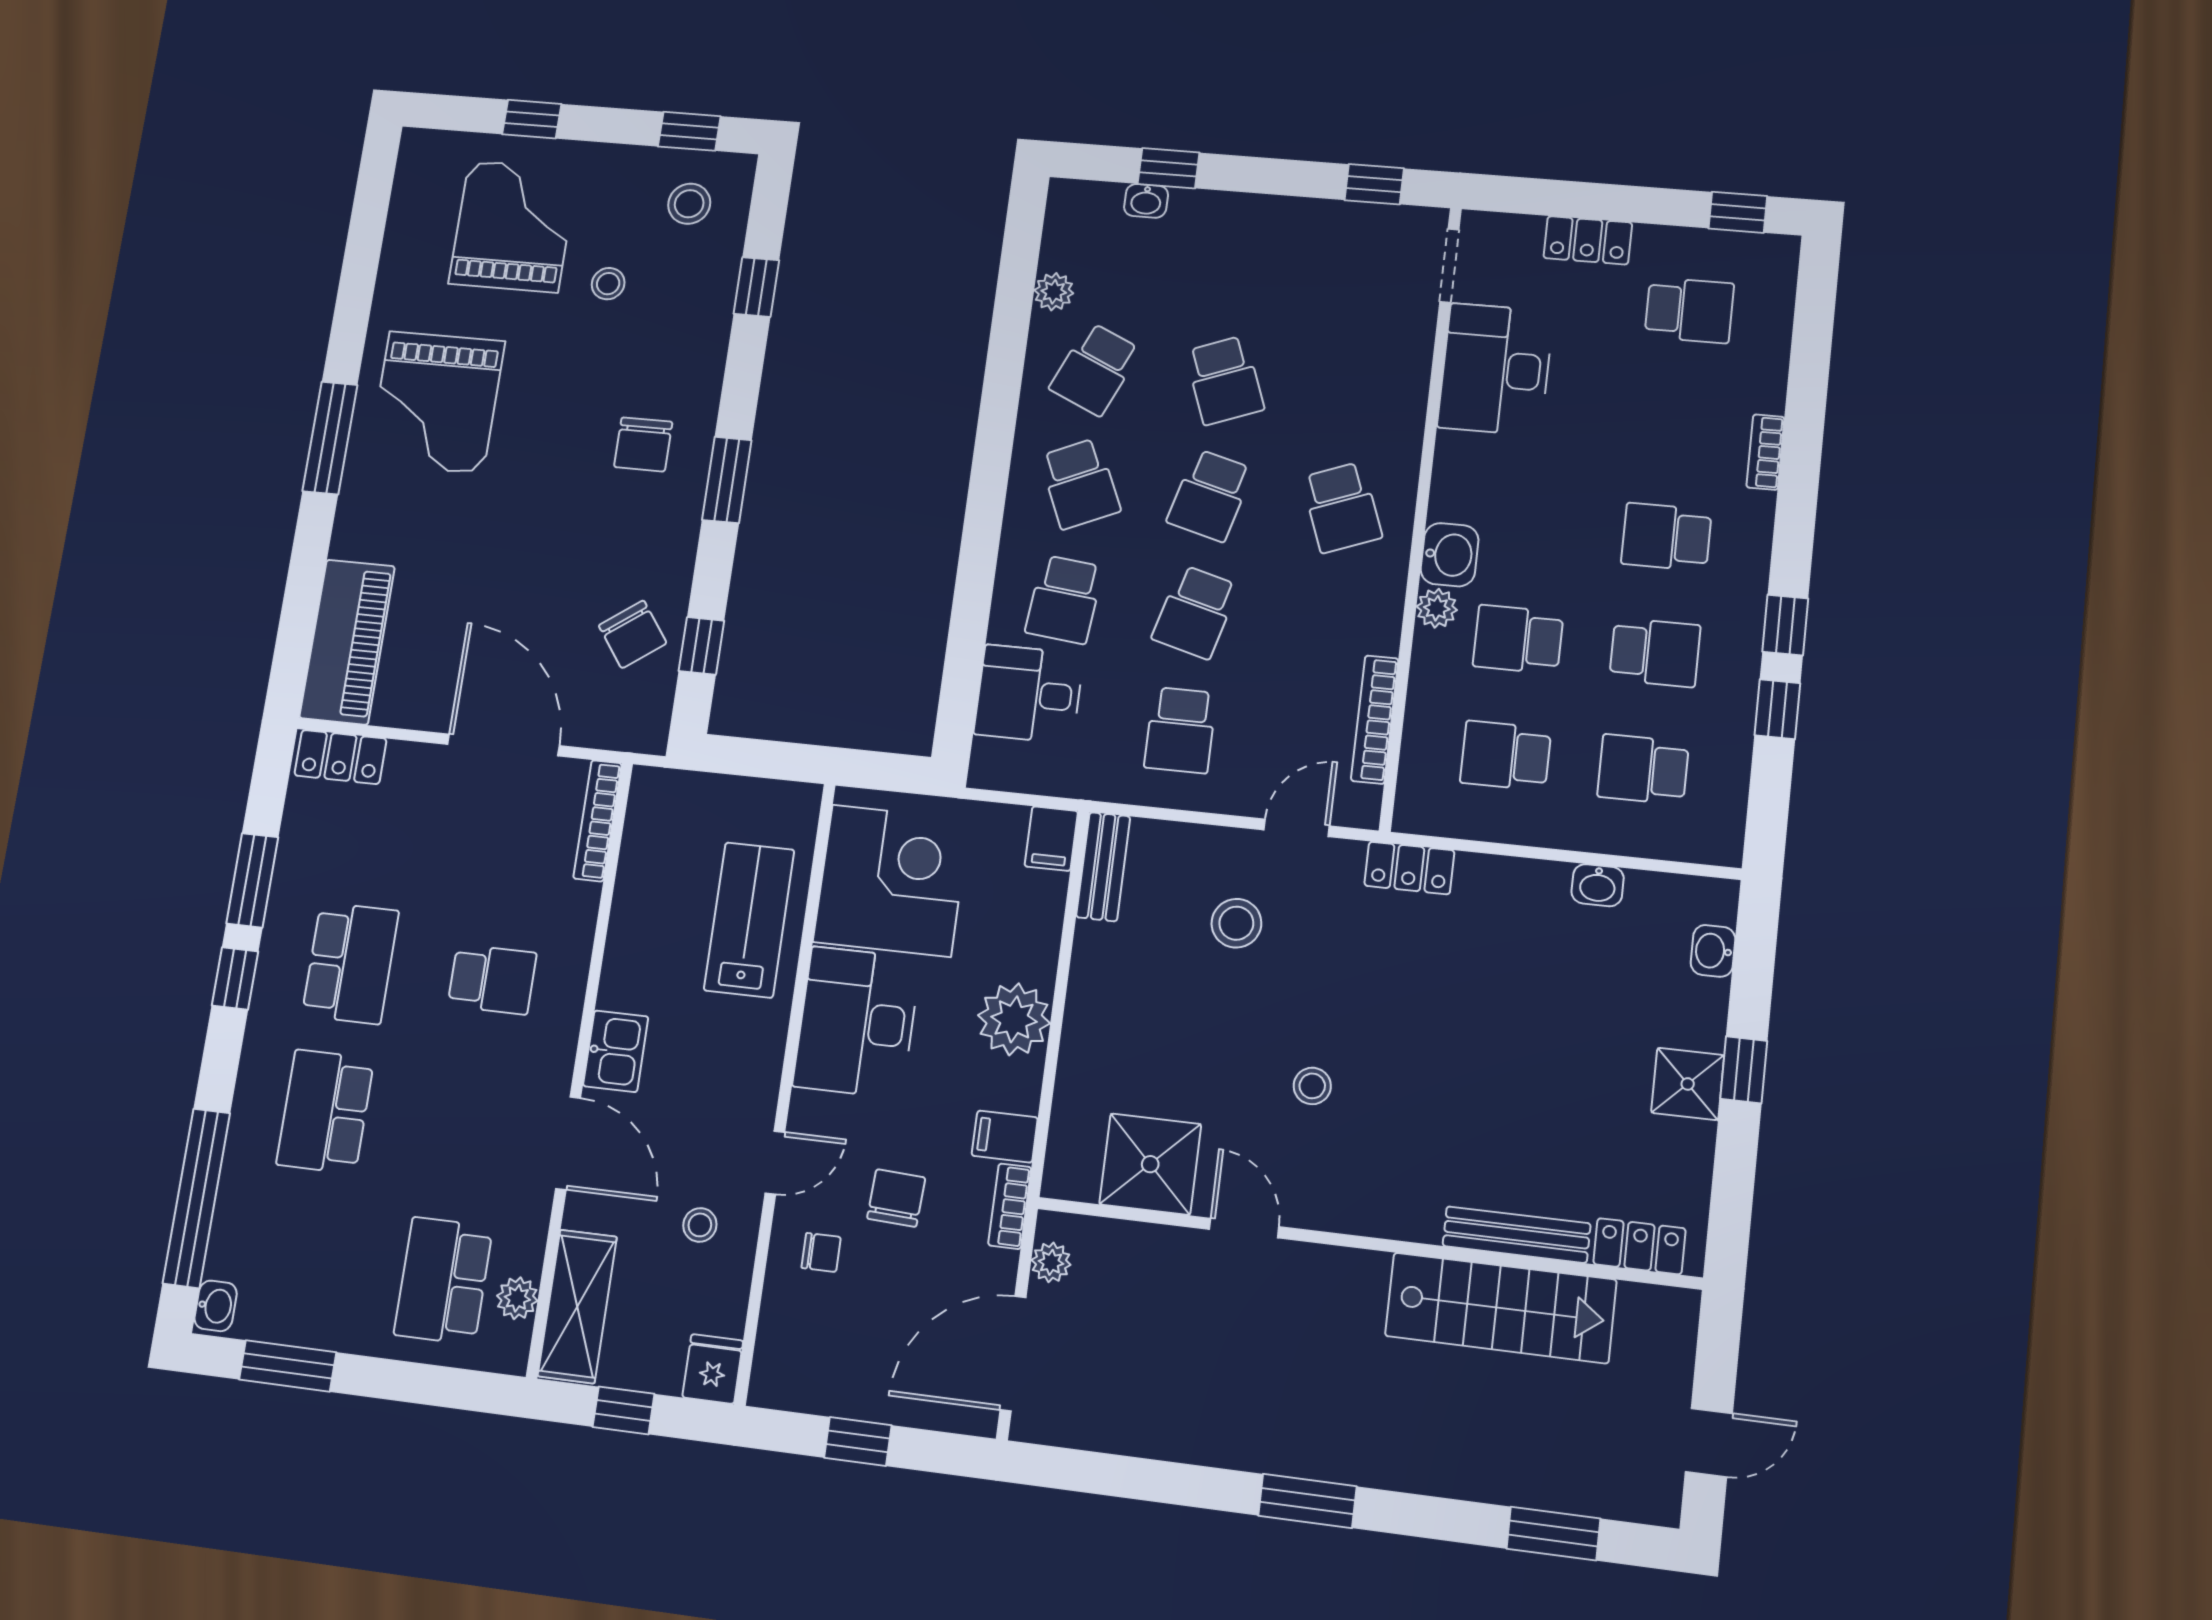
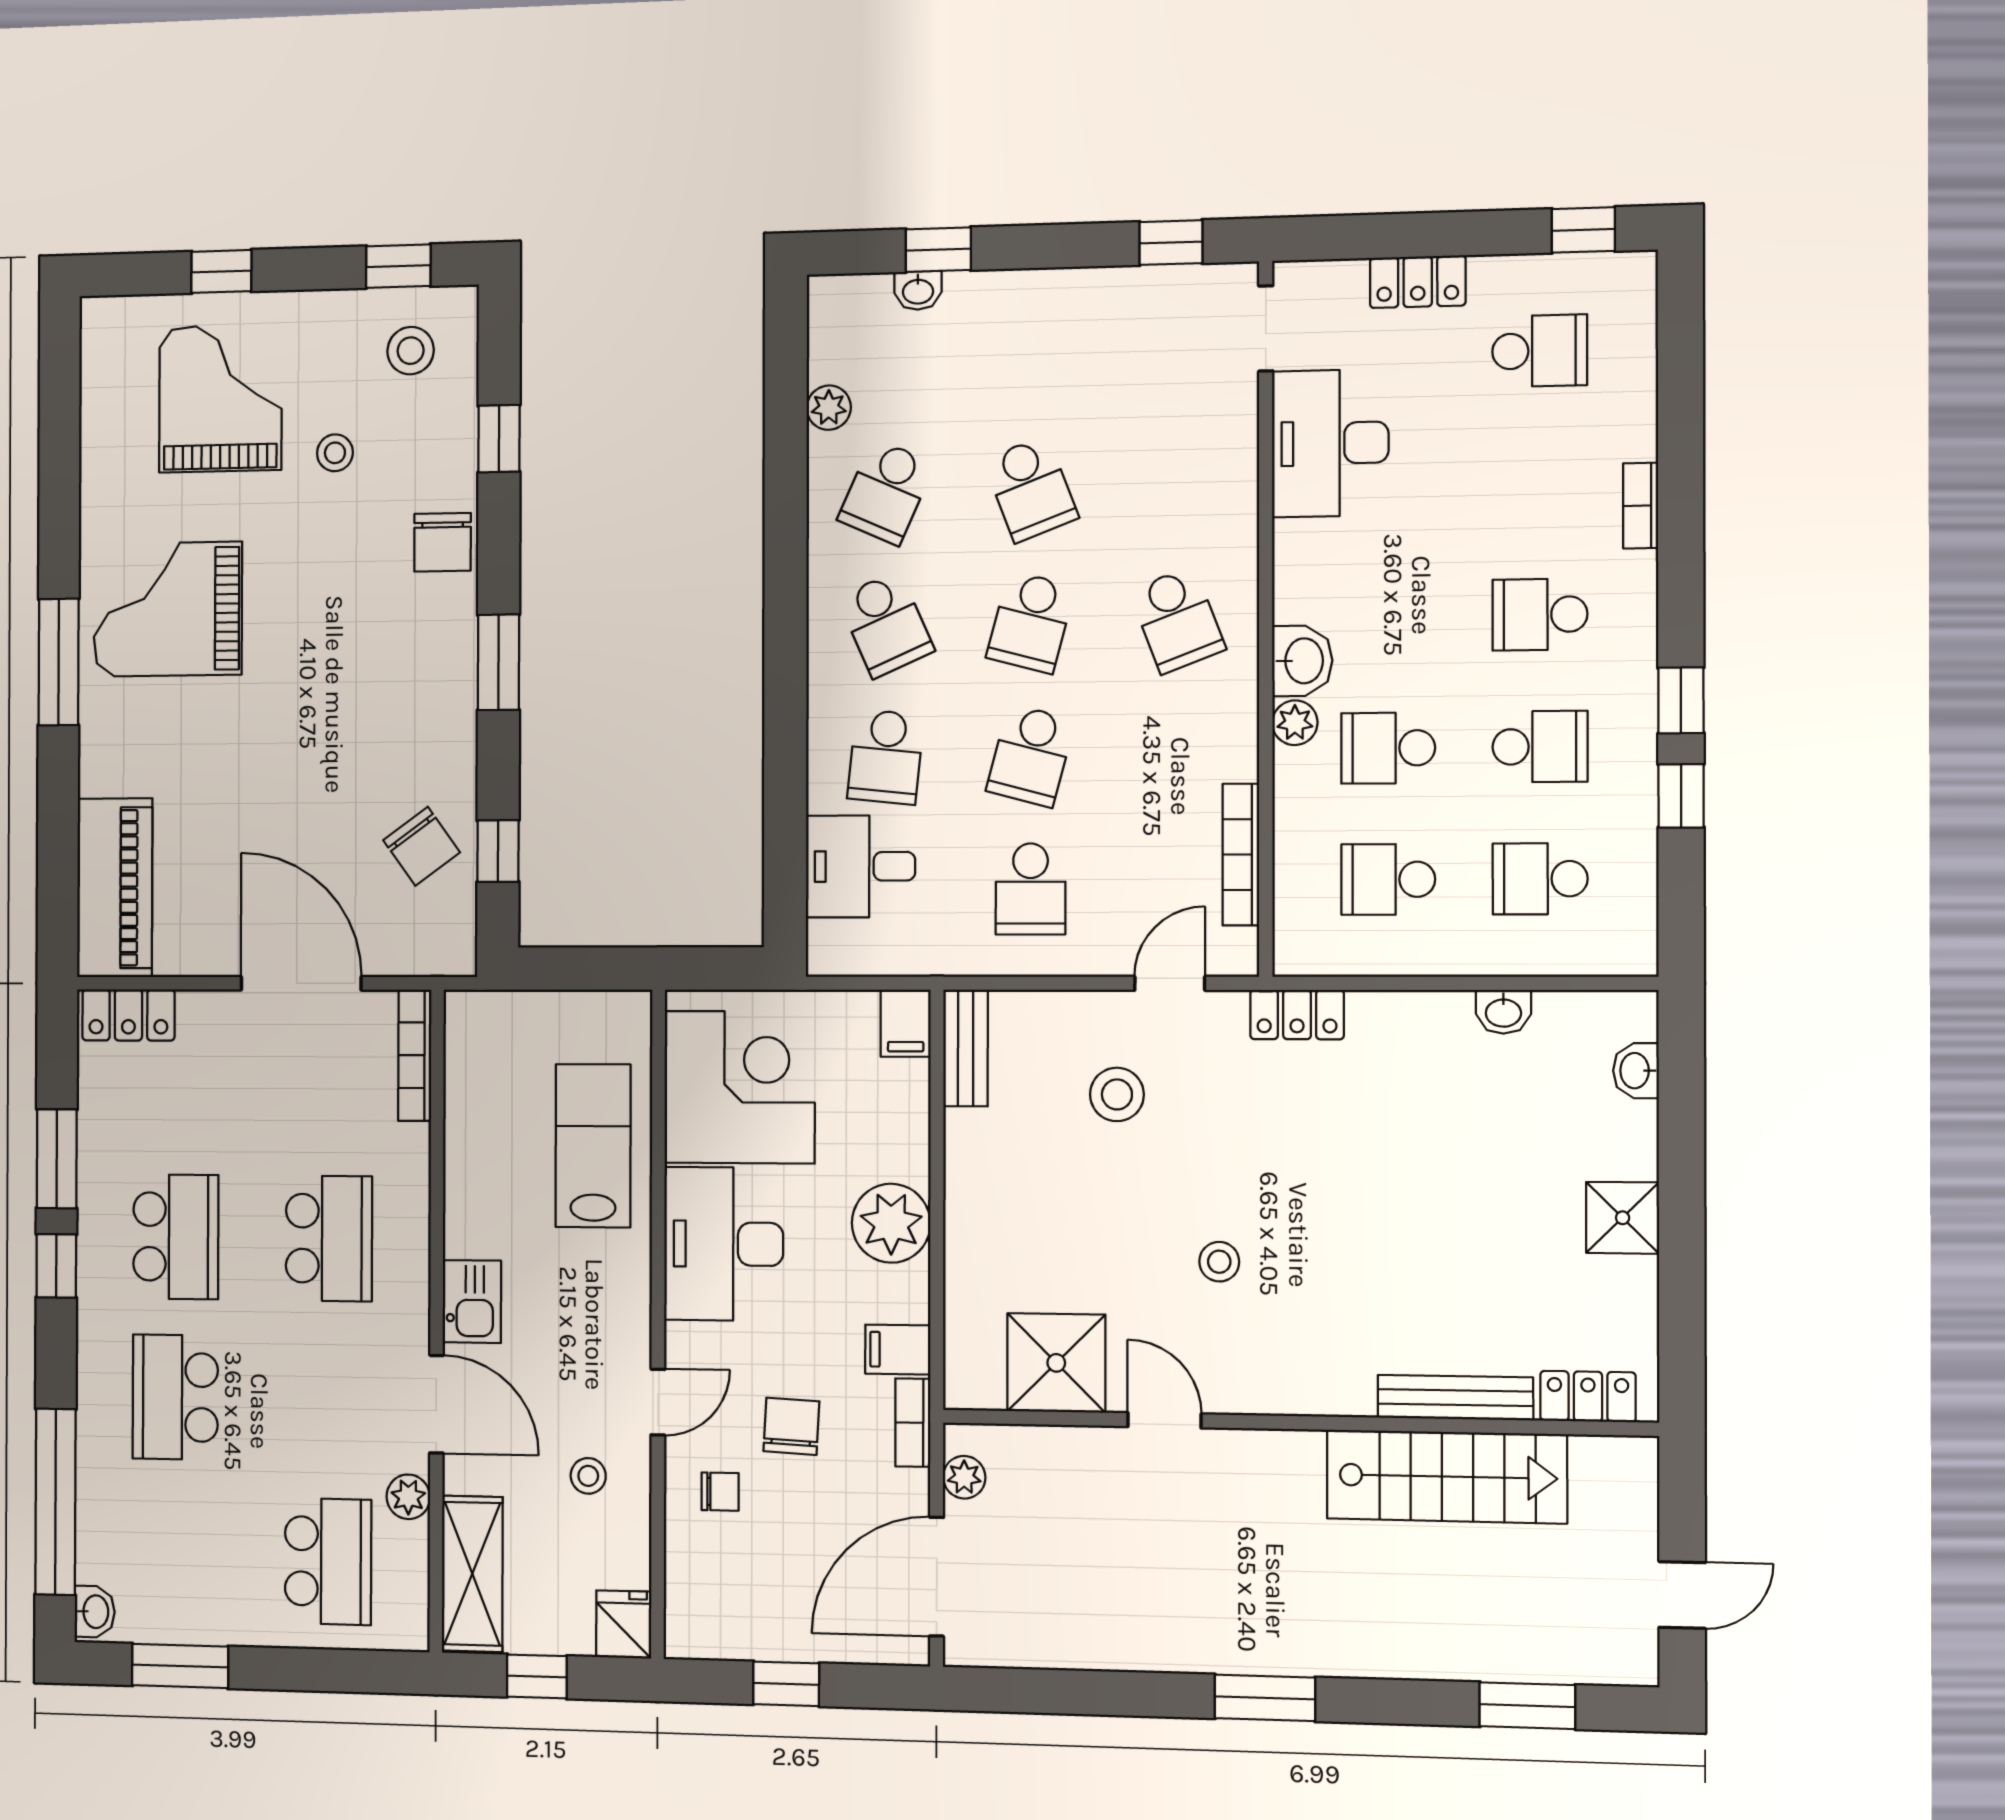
grand piano: (436, 402) -> (168, 609), turned 90
chair: (643, 444) -> (443, 542), moved
school desk: (492, 979) -> (329, 1238), width x1.85
window: (1744, 1070) -> (1682, 1196), removed
school desk: (443, 1281) -> (328, 1561), turned 180
plant: (517, 1298) -> (408, 1497), moved

